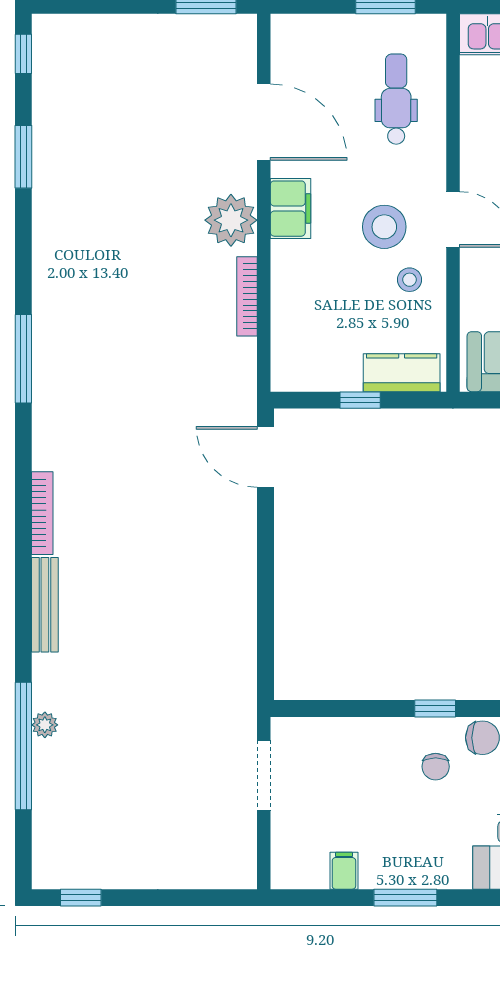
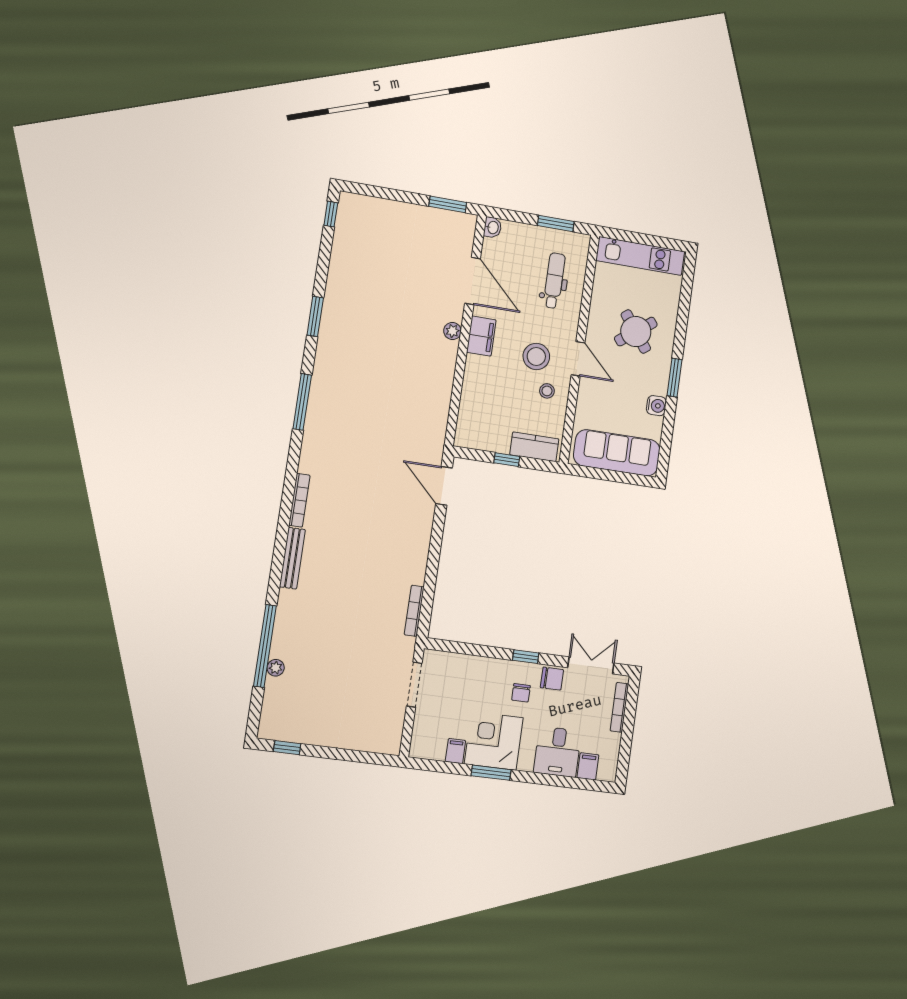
washbasin: (284, 30) -> (493, 227), added
window: (23, 157) -> (315, 316), moved
plant: (231, 220) -> (452, 331), width x0.53, depth x0.53
bookcase: (247, 296) -> (414, 611), moved
plant: (45, 725) -> (276, 668), moved
corner desk: (403, 847) -> (494, 741), added

